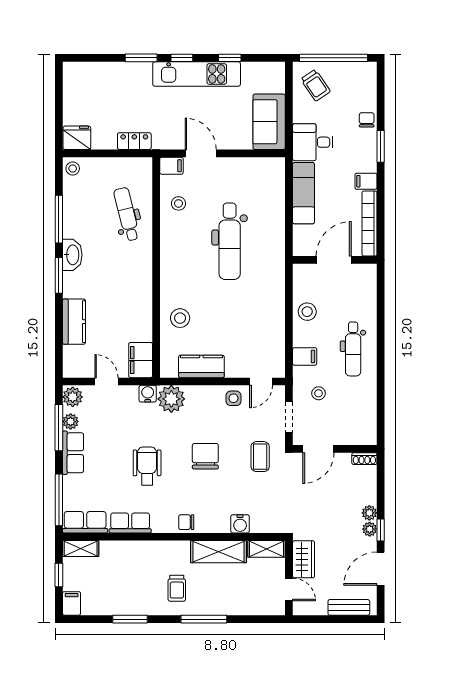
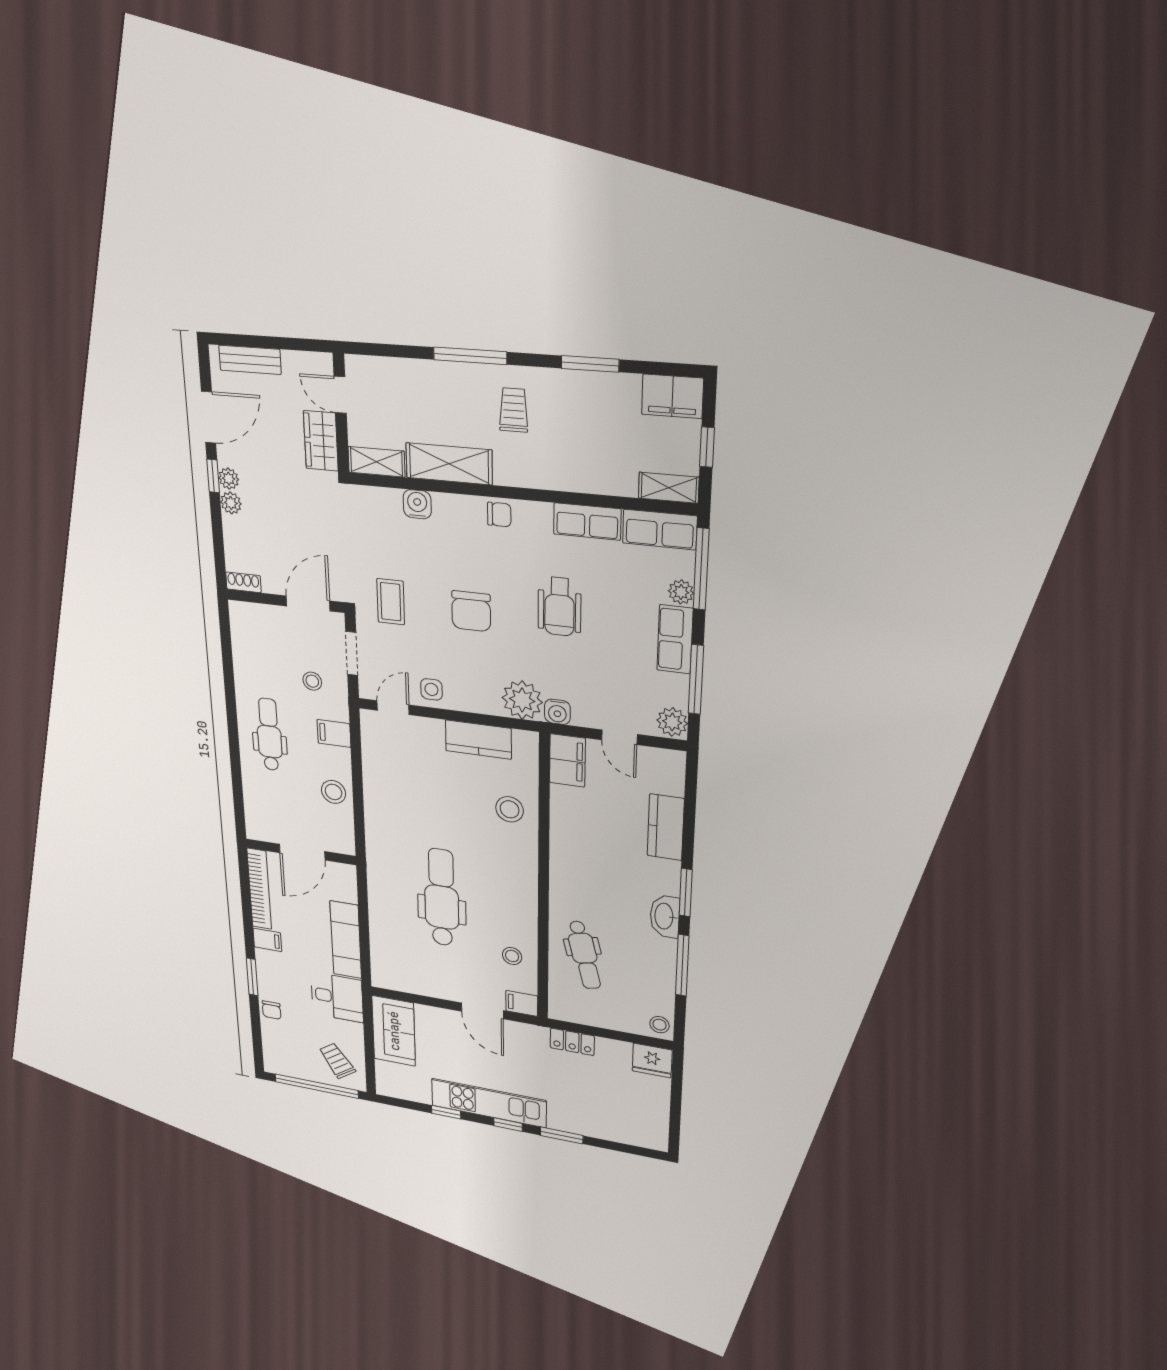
plant: (71, 421) -> (681, 592), moved
filing cabinet: (72, 603) -> (672, 396), width x2.00

